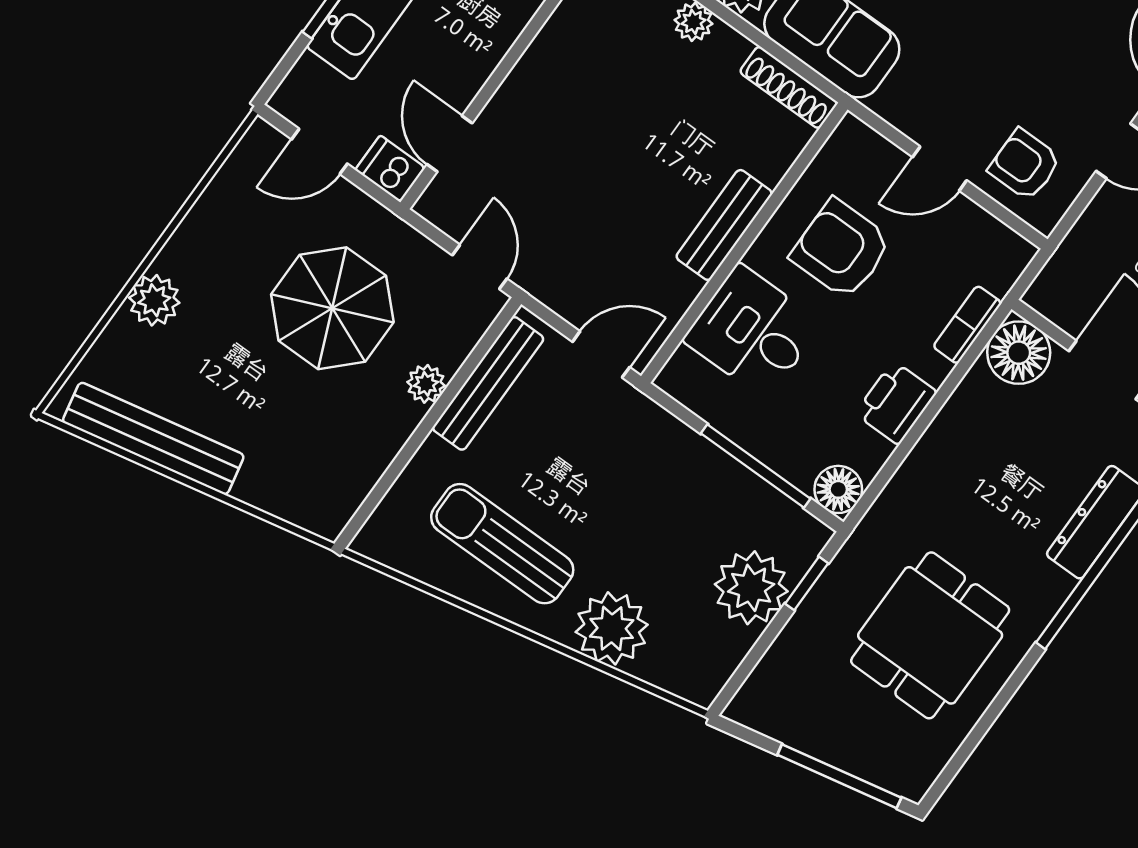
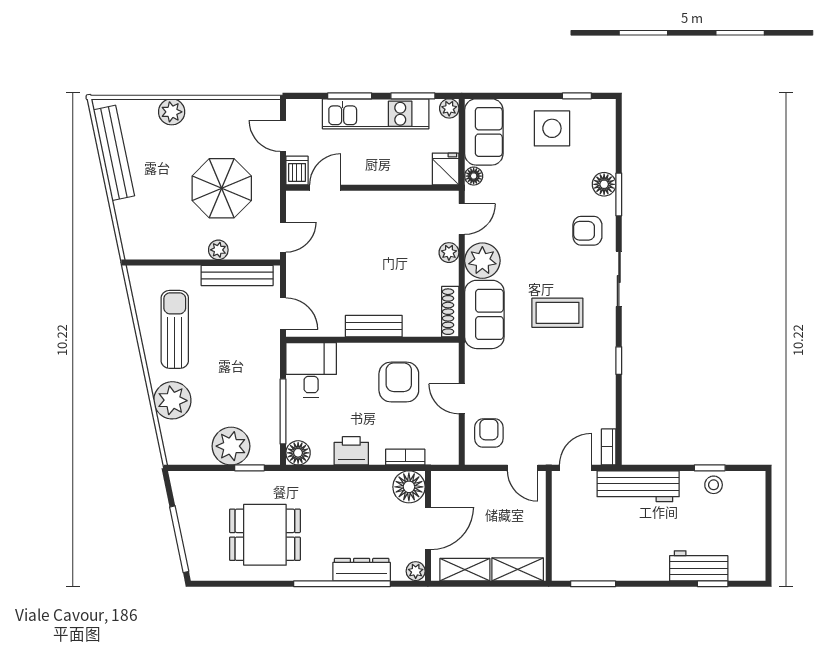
desk: (753, 332) -> (311, 370), moved

